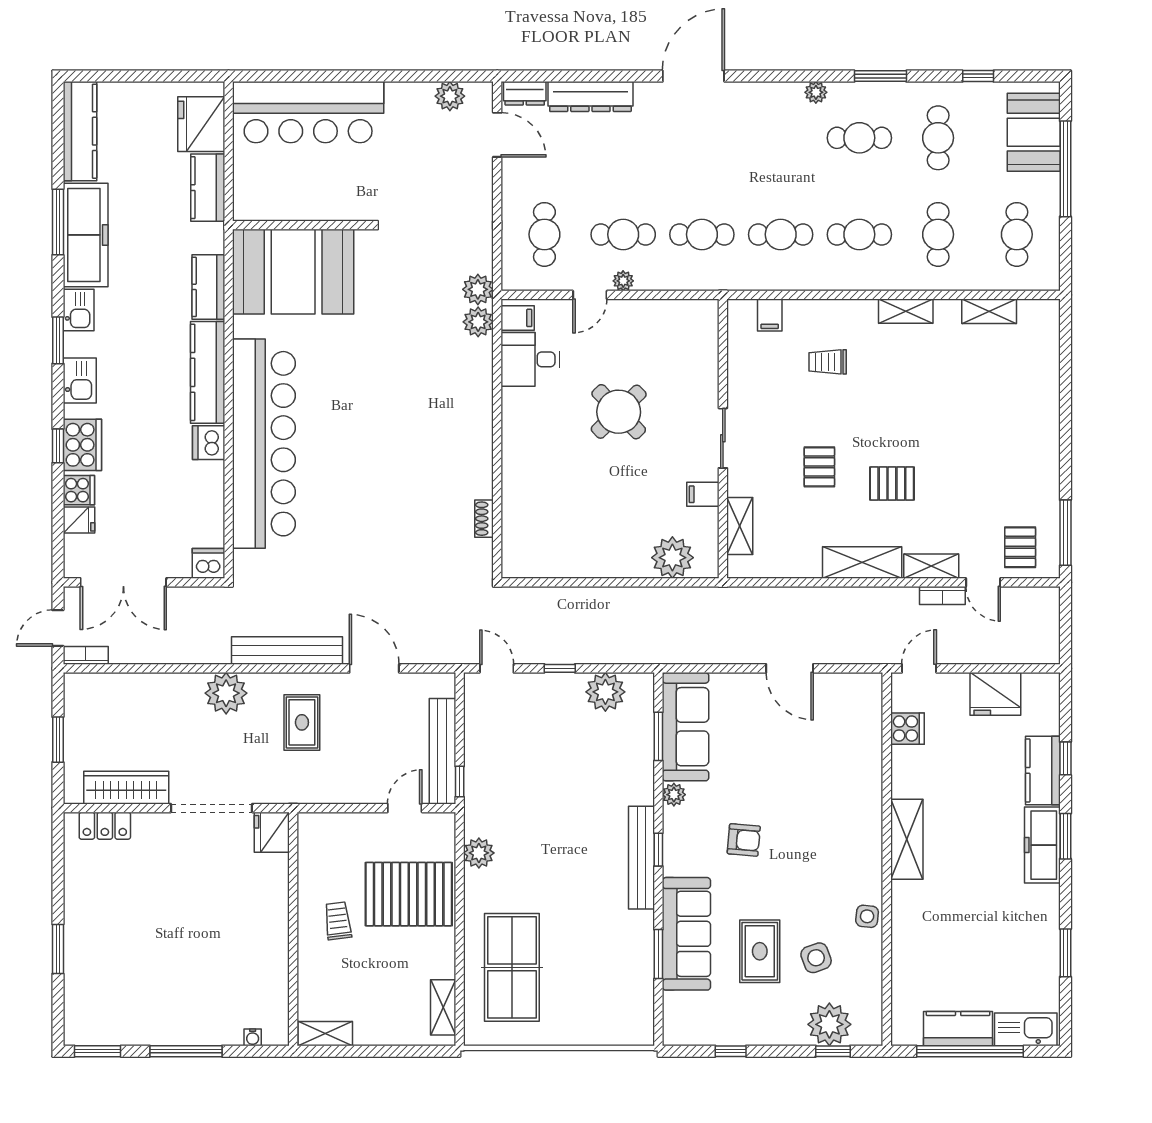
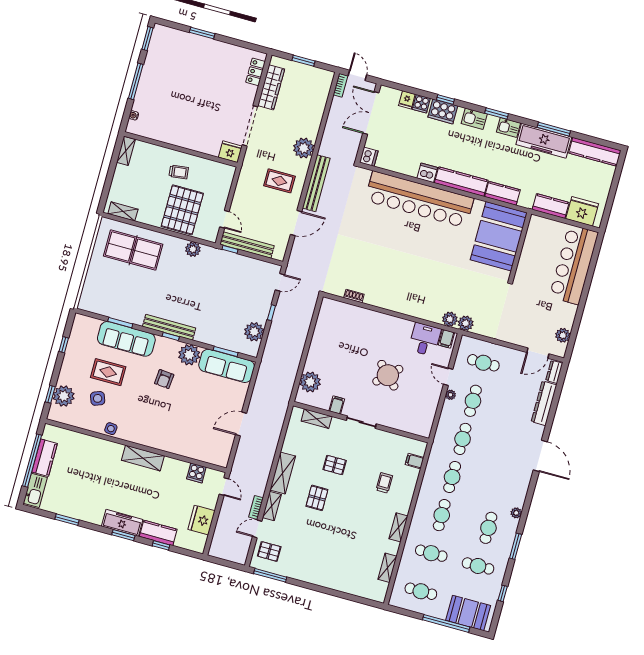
plant: (674, 795) -> (189, 355), width x1.87, depth x1.87

